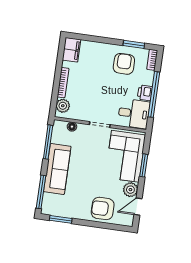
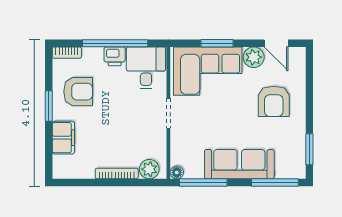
window: (134, 44) -> (49, 106), moved
filing cabinet: (72, 50) -> (63, 138), moved, turned 90
armchair: (124, 64) -> (78, 92), turned 180
floor lamp: (72, 127) -> (177, 172), moved
armchair: (103, 208) -> (274, 101), moved

